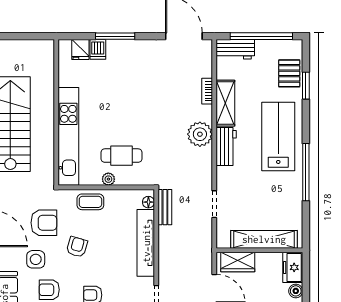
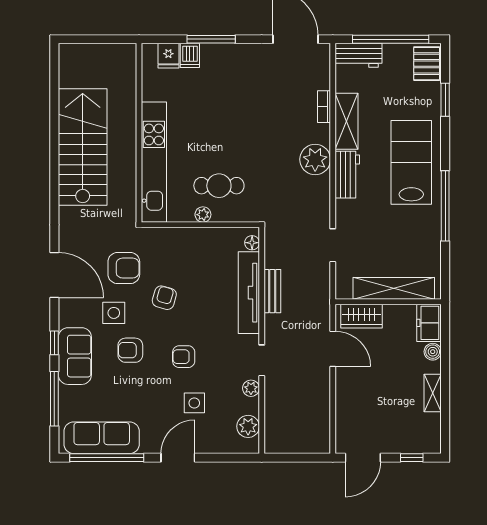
pallet: (289, 73) -> (427, 64), moved
coffee table: (90, 202) -> (181, 242), removed
bench: (165, 207) -> (272, 291), moved

